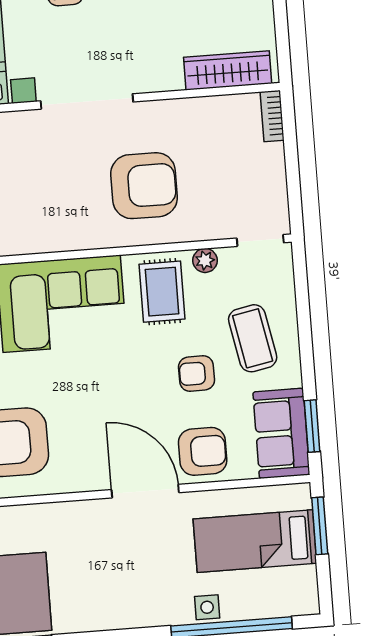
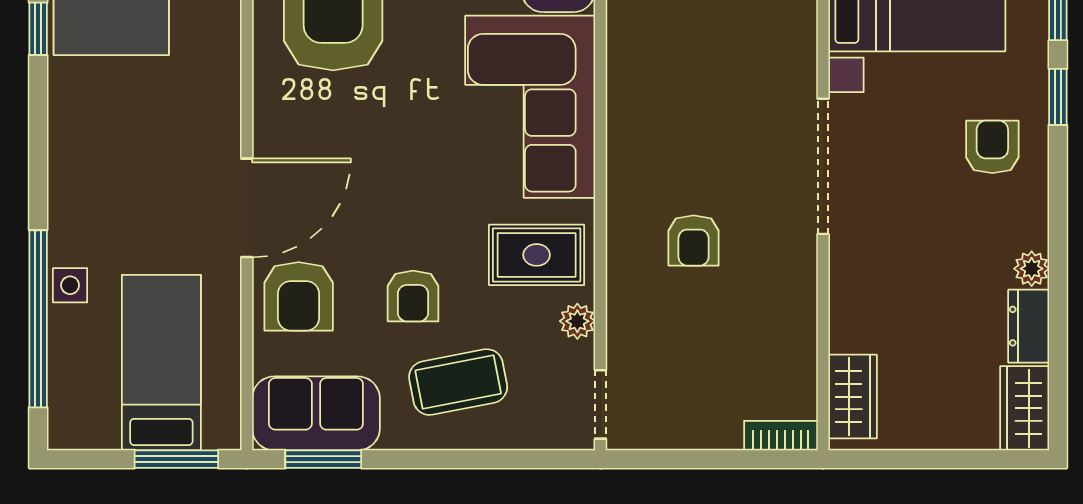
wardrobe: (228, 70) -> (853, 397), width x0.67
armchair: (144, 186) -> (694, 241), width x0.53, depth x0.53
armchair: (197, 373) -> (413, 296), turned 180

